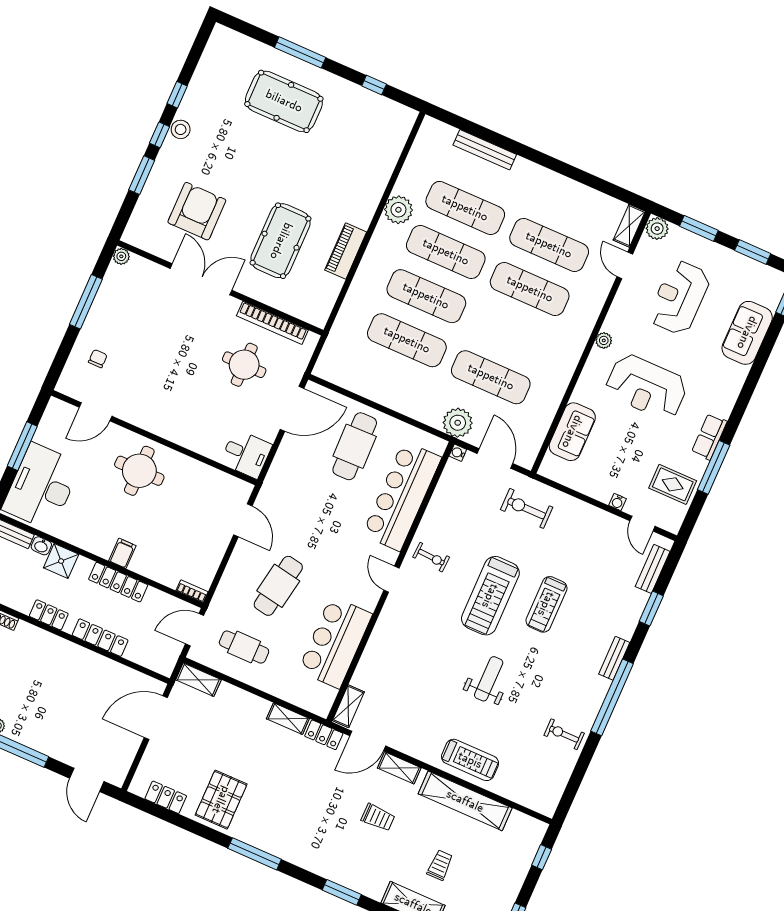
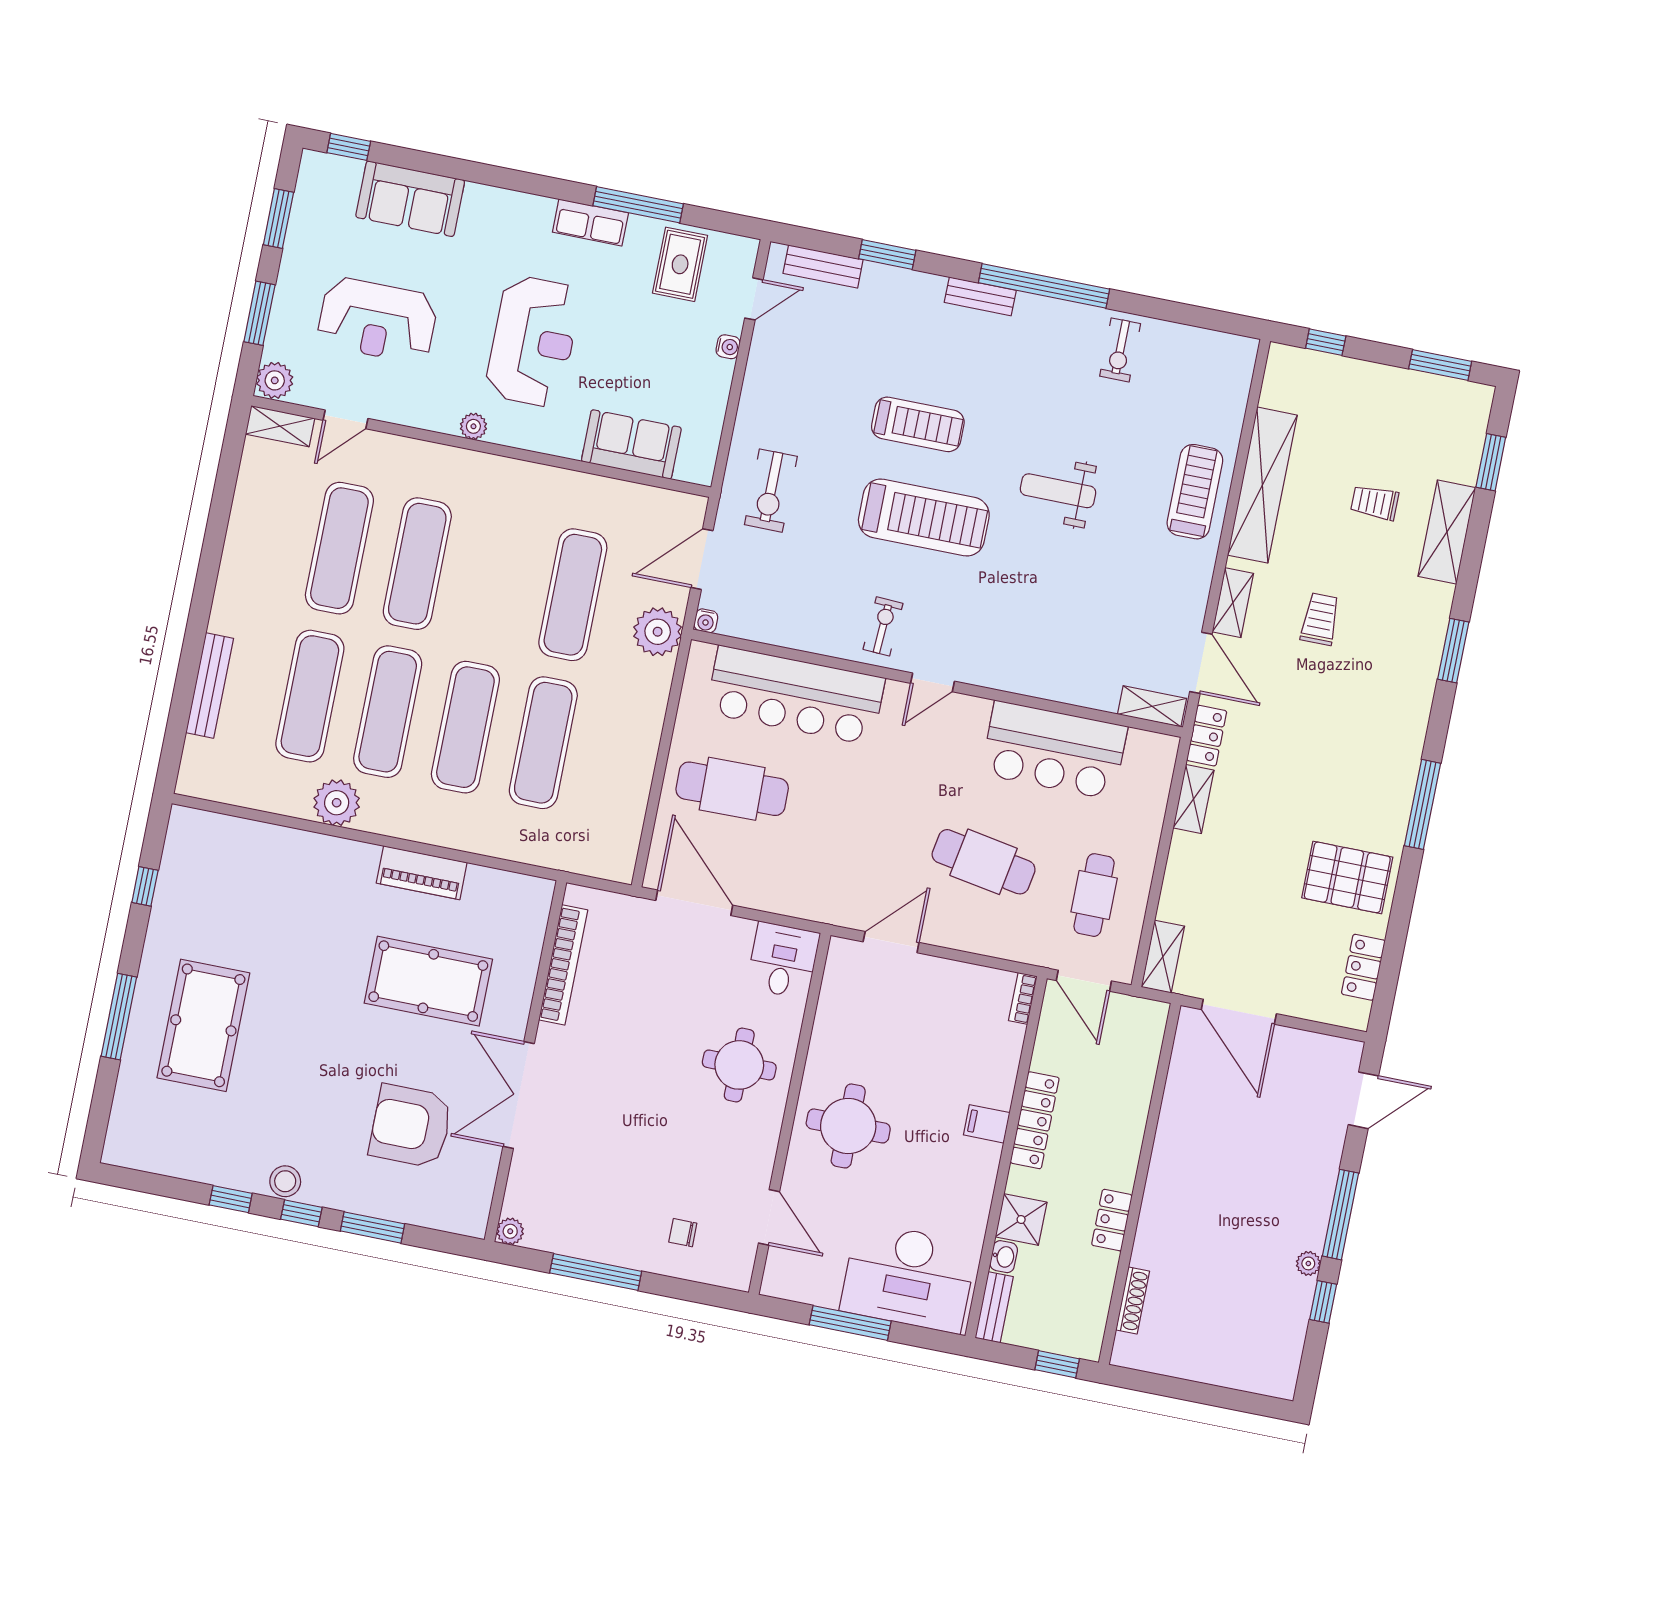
round table: (244, 365) -> (739, 1065), moved
locker: (100, 638) -> (1130, 1130), removed

